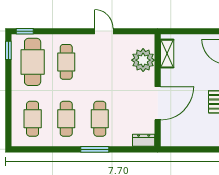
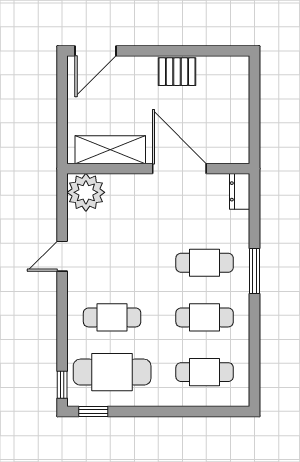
shelving: (167, 54) -> (110, 150), width x1.50, depth x1.33
plant: (143, 60) -> (86, 192), moved

